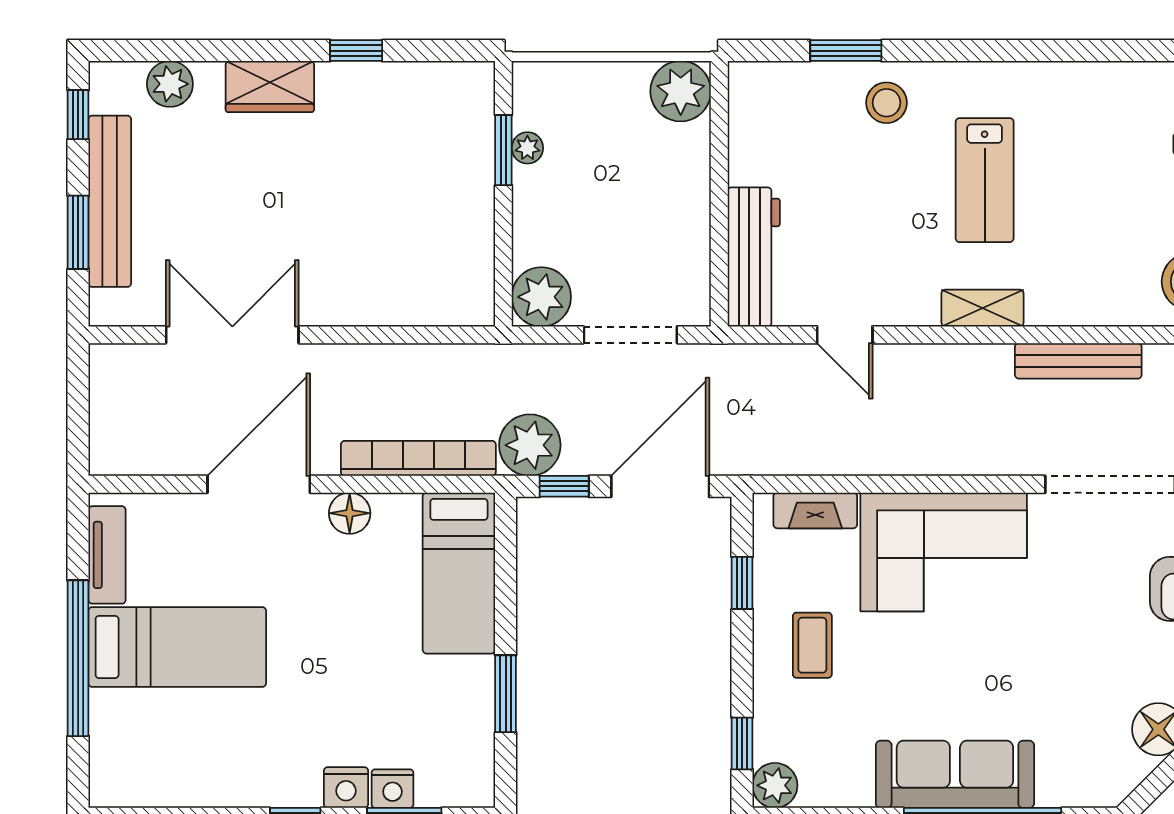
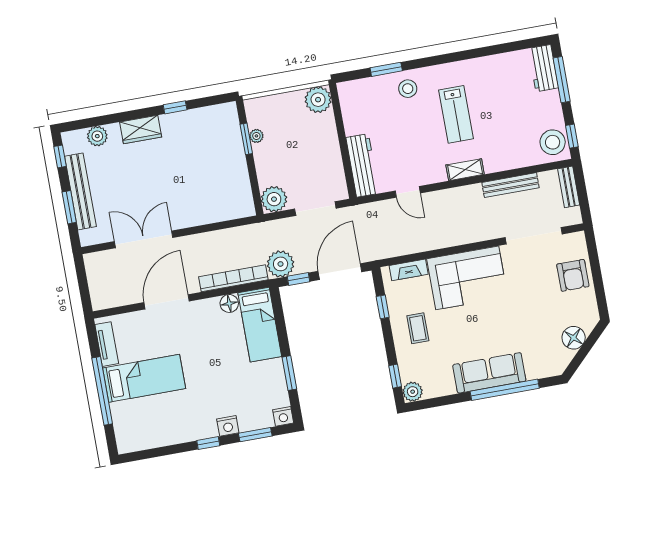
floor lamp: (350, 513) -> (229, 303), moved
nightstand: (392, 789) -> (283, 416), moved

